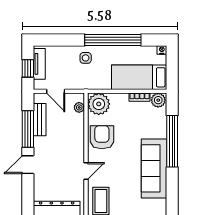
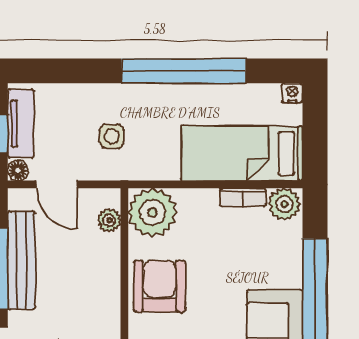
side table: (86, 58) -> (112, 136), moved
floor lamp: (38, 85) -> (18, 171), added
bench: (40, 120) -> (21, 260), width x1.36

